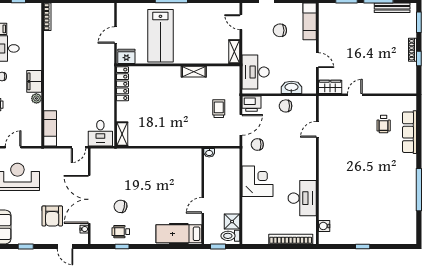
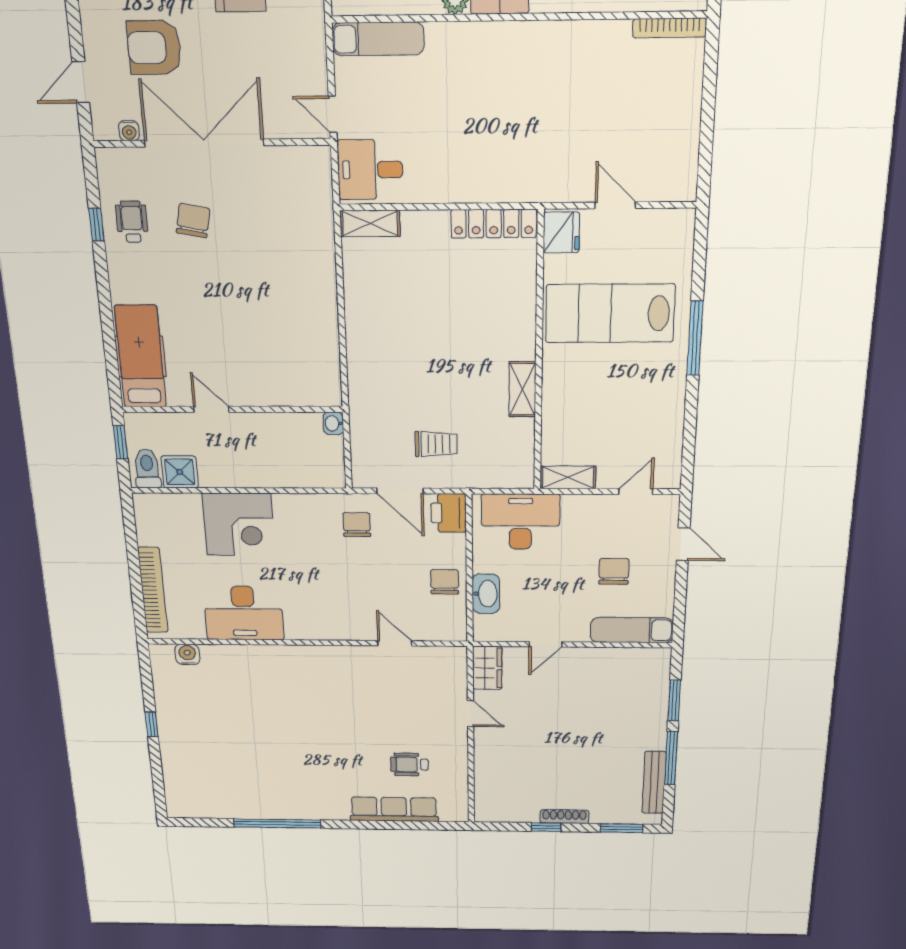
corner desk: (257, 181) -> (239, 524), moved

